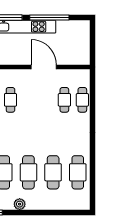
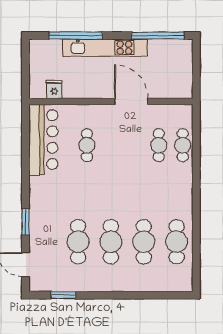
window: (49, 17) -> (158, 36), moved
plant: (20, 204) -> (99, 284), removed

